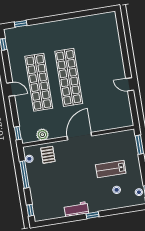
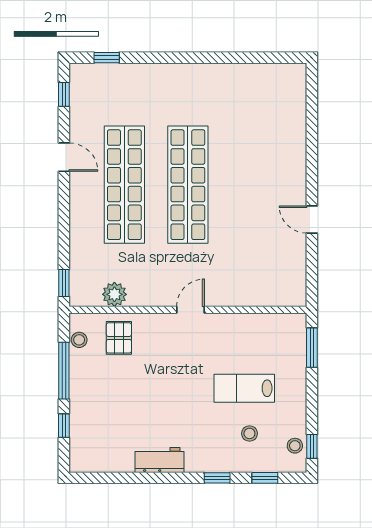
door: (11, 89) -> (64, 157), moved
door: (79, 136) -> (191, 310), width x0.53
window: (30, 210) -> (64, 426), moved
window: (127, 210) -> (265, 478), added
window: (93, 215) -> (217, 478), moved

